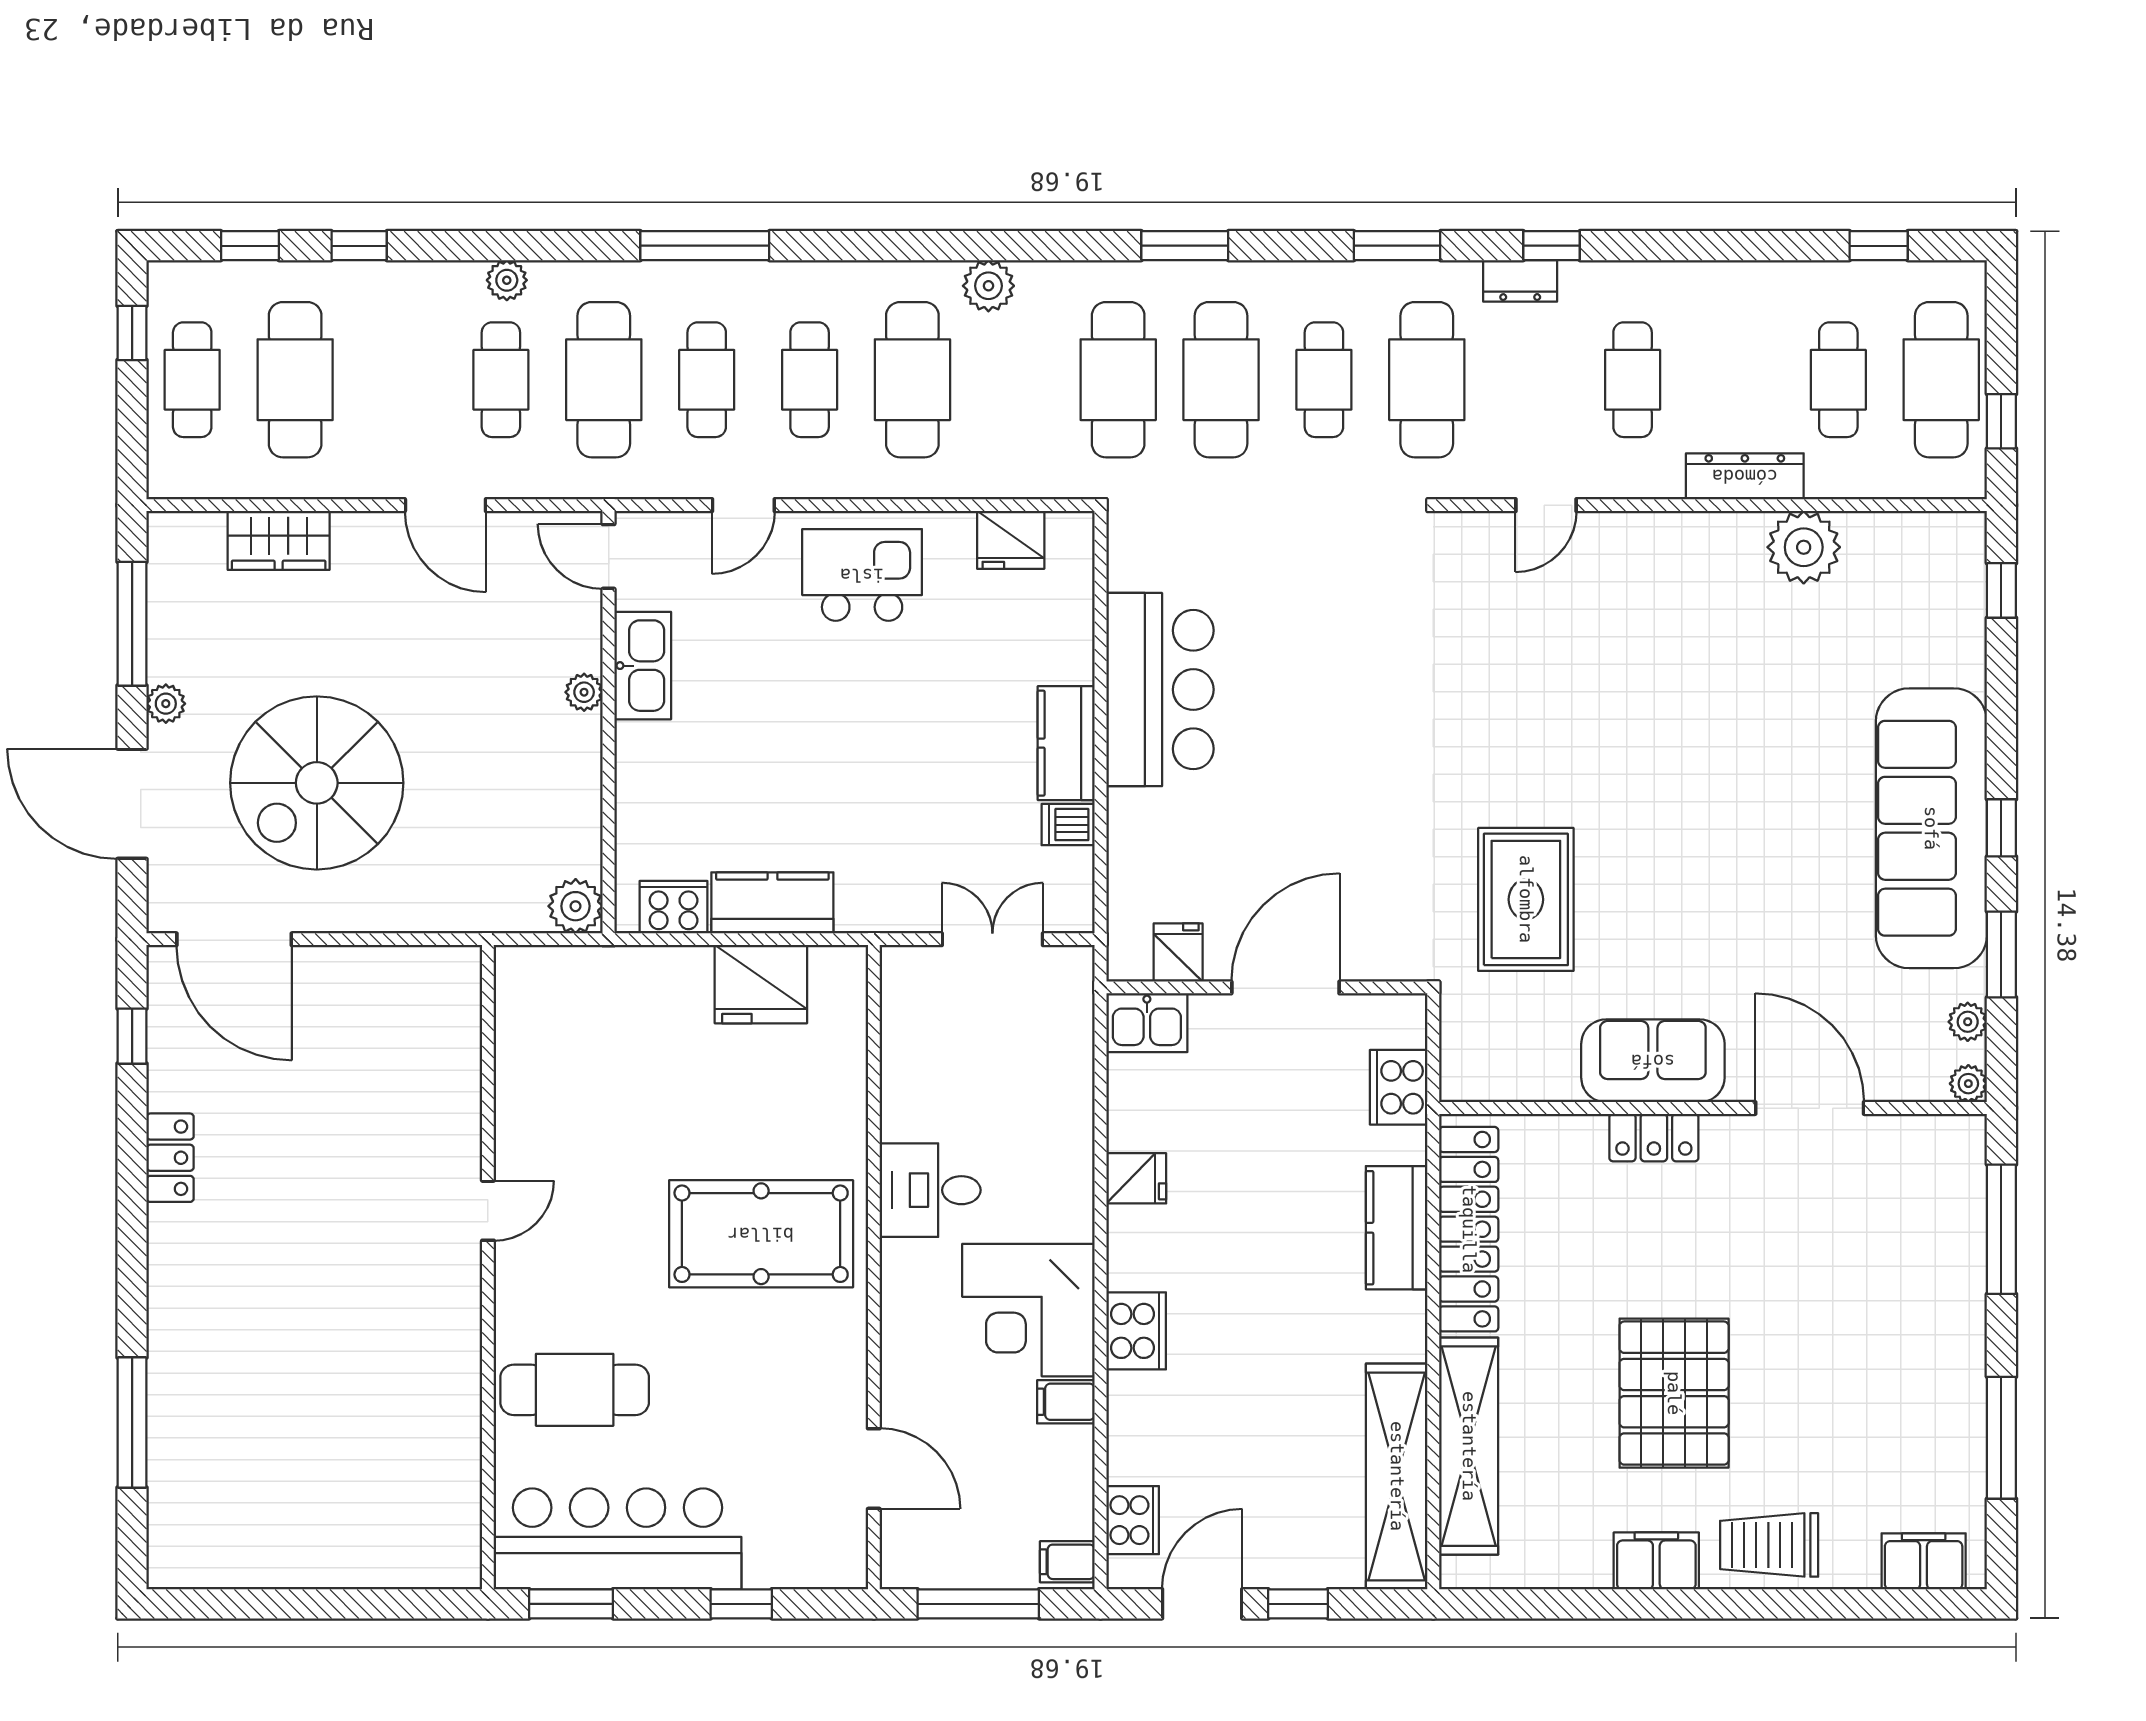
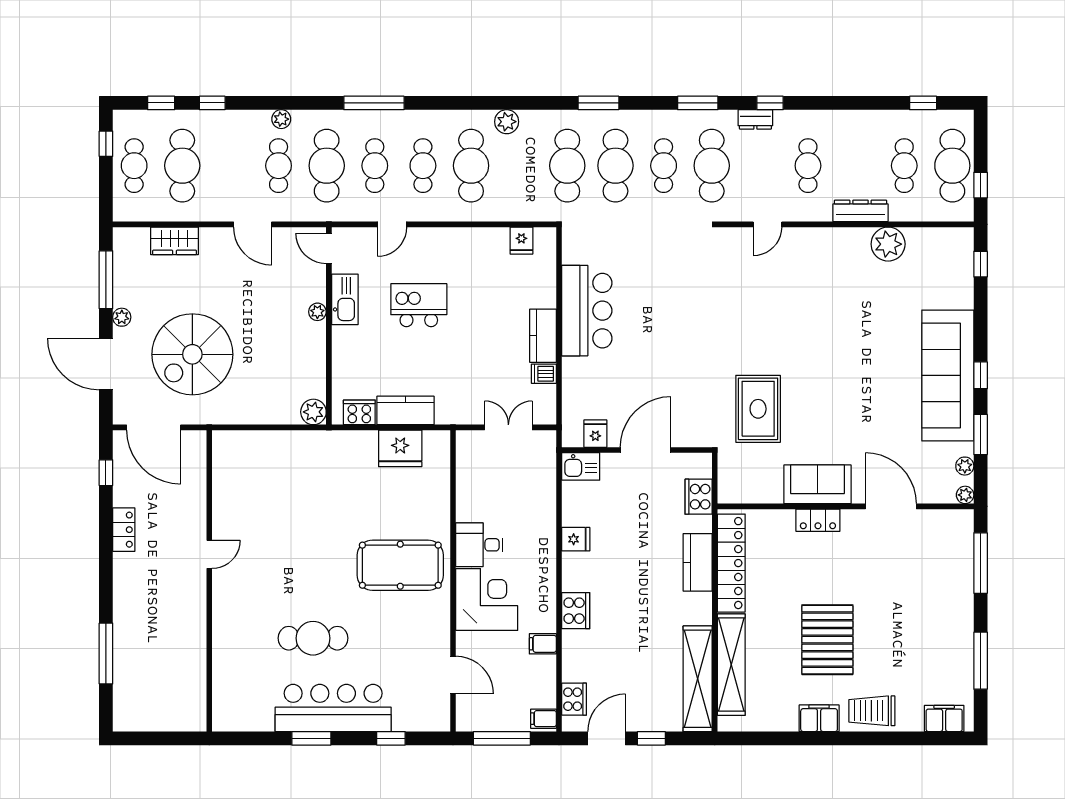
fridge: (1011, 540) -> (521, 241), width x0.72
kitchen island: (862, 575) -> (419, 305), moved
door: (488, 1211) -> (209, 554), moved
wall: (488, 1267) -> (209, 581), moved
corner desk: (1028, 1310) -> (487, 599), moved, turned 180

